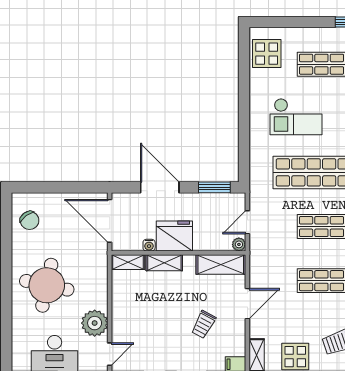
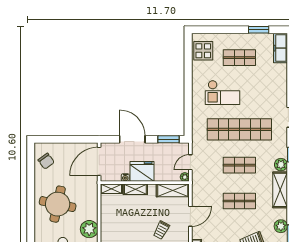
door: (110, 221) -> (99, 161), hinge flipped

